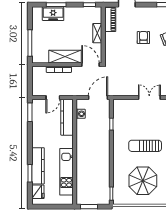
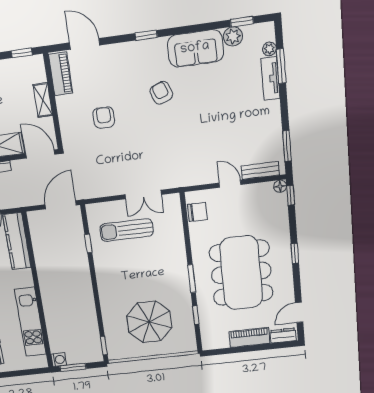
armchair: (143, 38) -> (104, 118), moved
double door: (149, 97) -> (143, 195), swing flipped
washing machine: (81, 114) -> (59, 360), moved
sun lounger: (145, 146) -> (127, 230), moved

